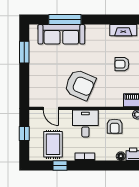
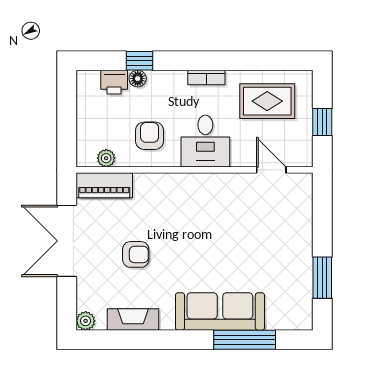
sofa: (61, 34) -> (220, 311), moved
armchair: (80, 85) -> (216, 215), removed
rug: (53, 144) -> (267, 101), turned 90
window: (60, 165) -> (139, 61), moved

